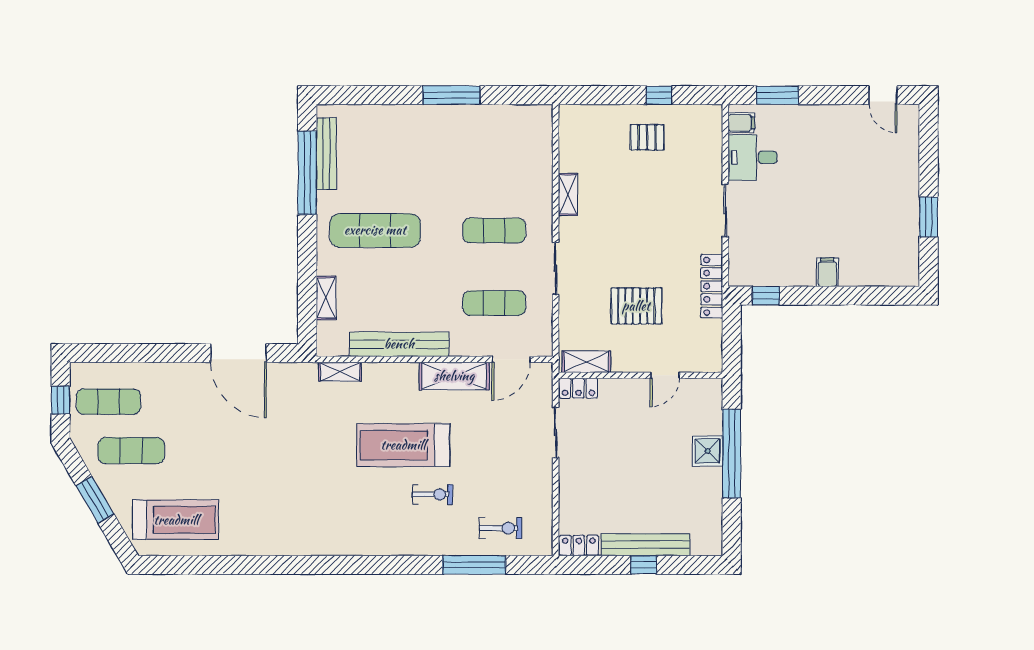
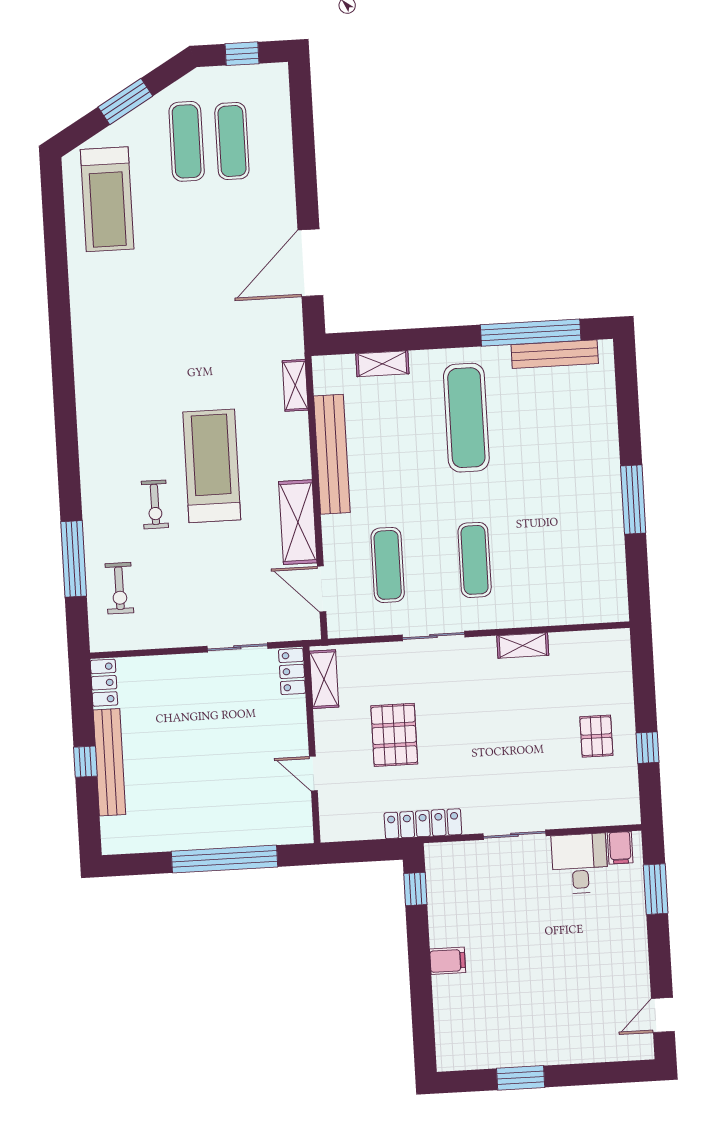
exercise mat: (109, 402) -> (232, 141), moved
shower: (708, 451) -> (226, 830), removed

